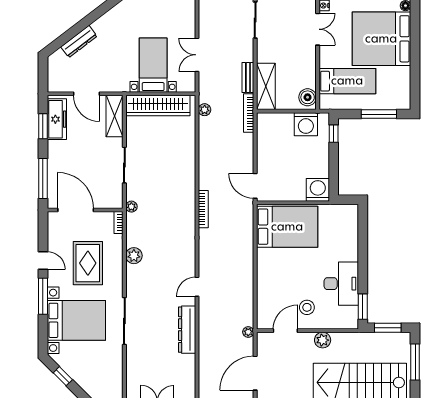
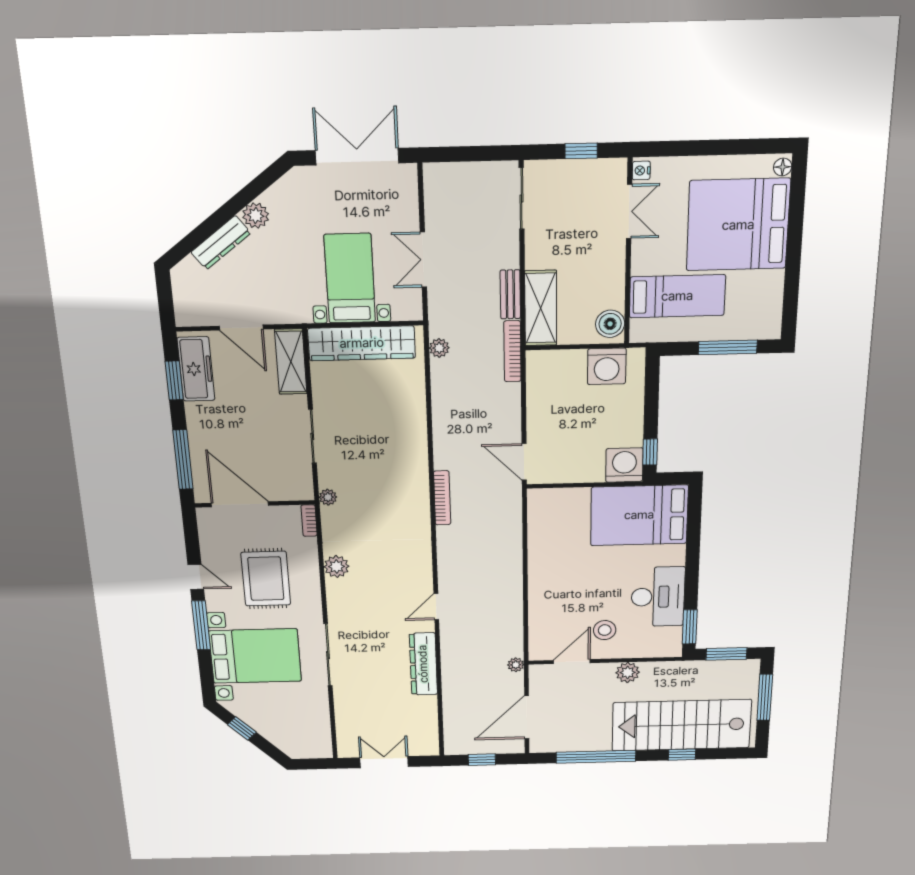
plant: (101, 26) -> (256, 216), added
window: (334, 134) -> (650, 452), moved
bed: (287, 227) -> (639, 515), moved, turned 180

